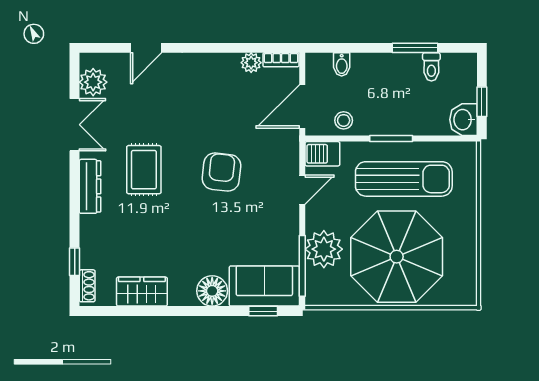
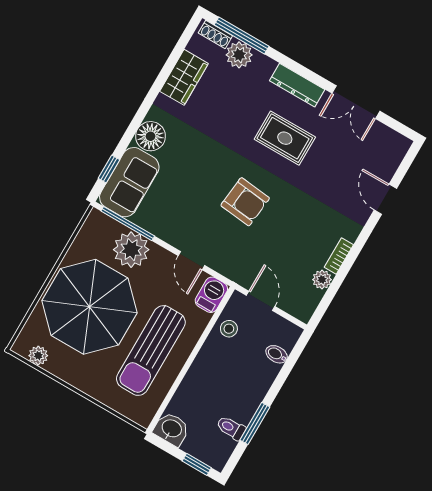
bookcase: (281, 60) -> (339, 256), moved
plant: (93, 82) -> (239, 55), moved
window: (482, 102) -> (197, 464), moved
door: (302, 106) -> (261, 301), width x0.73
window: (391, 139) -> (191, 359), removed
window: (75, 262) -> (242, 36), width x2.17
plant: (467, 277) -> (38, 356), added

